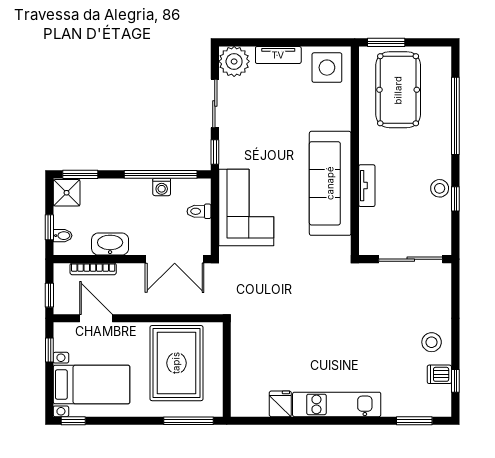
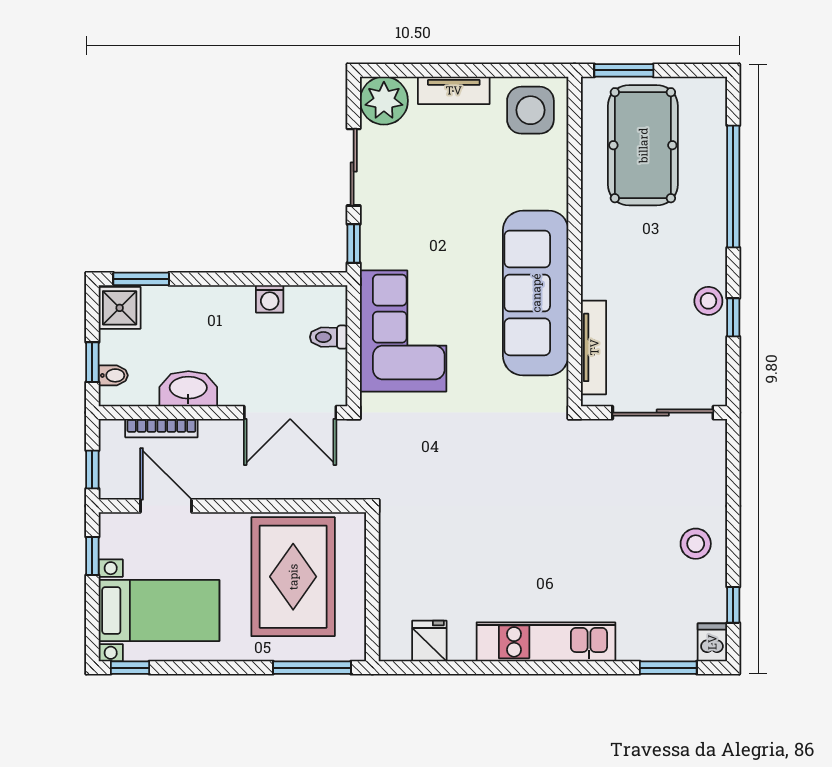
window: (161, 174) -> (268, 279), removed
tv unit: (367, 186) -> (594, 347), moved, width x1.41
dishwasher: (439, 374) -> (712, 642), moved, turned 90
fridge: (280, 404) -> (429, 641), moved

